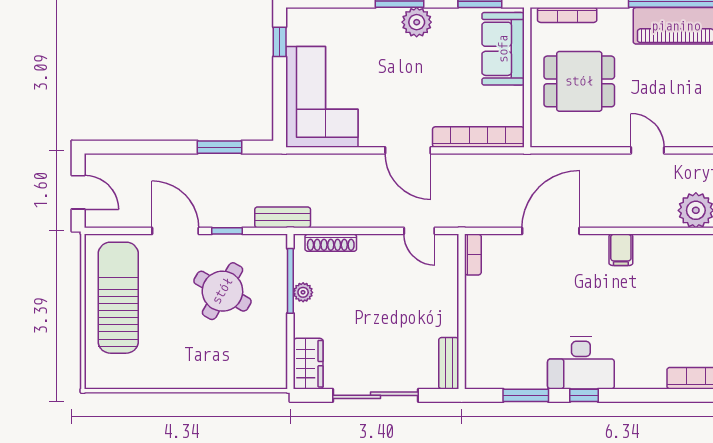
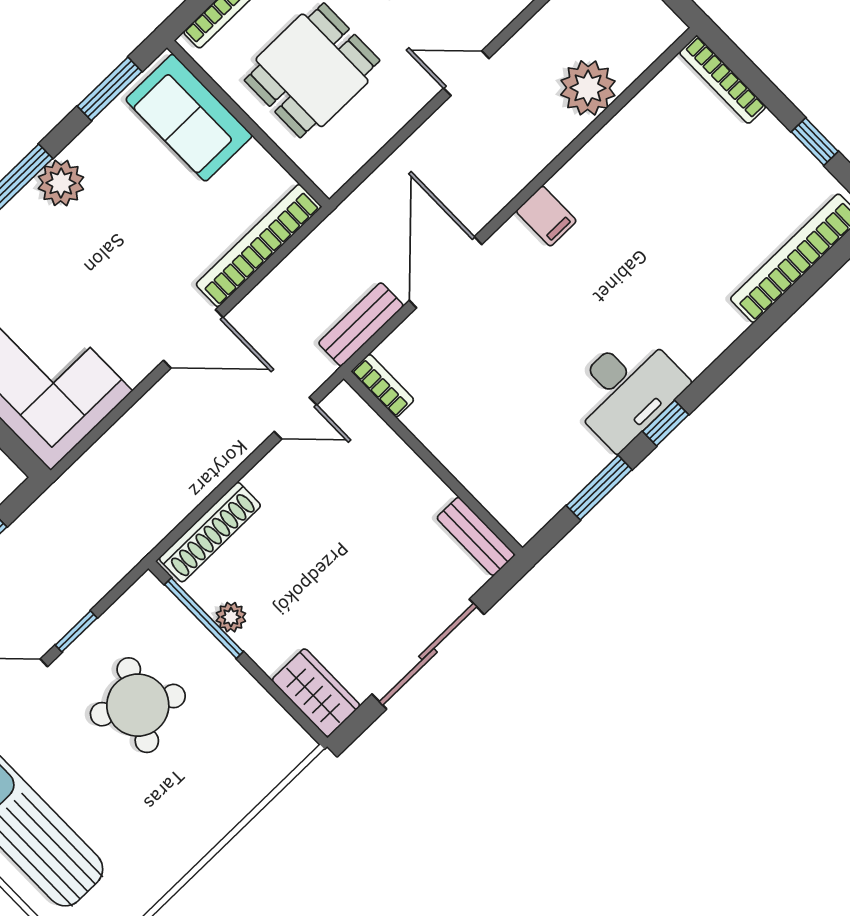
bench: (283, 217) -> (361, 324), moved
shoe rack: (331, 243) -> (210, 532), width x1.36, depth x1.24

